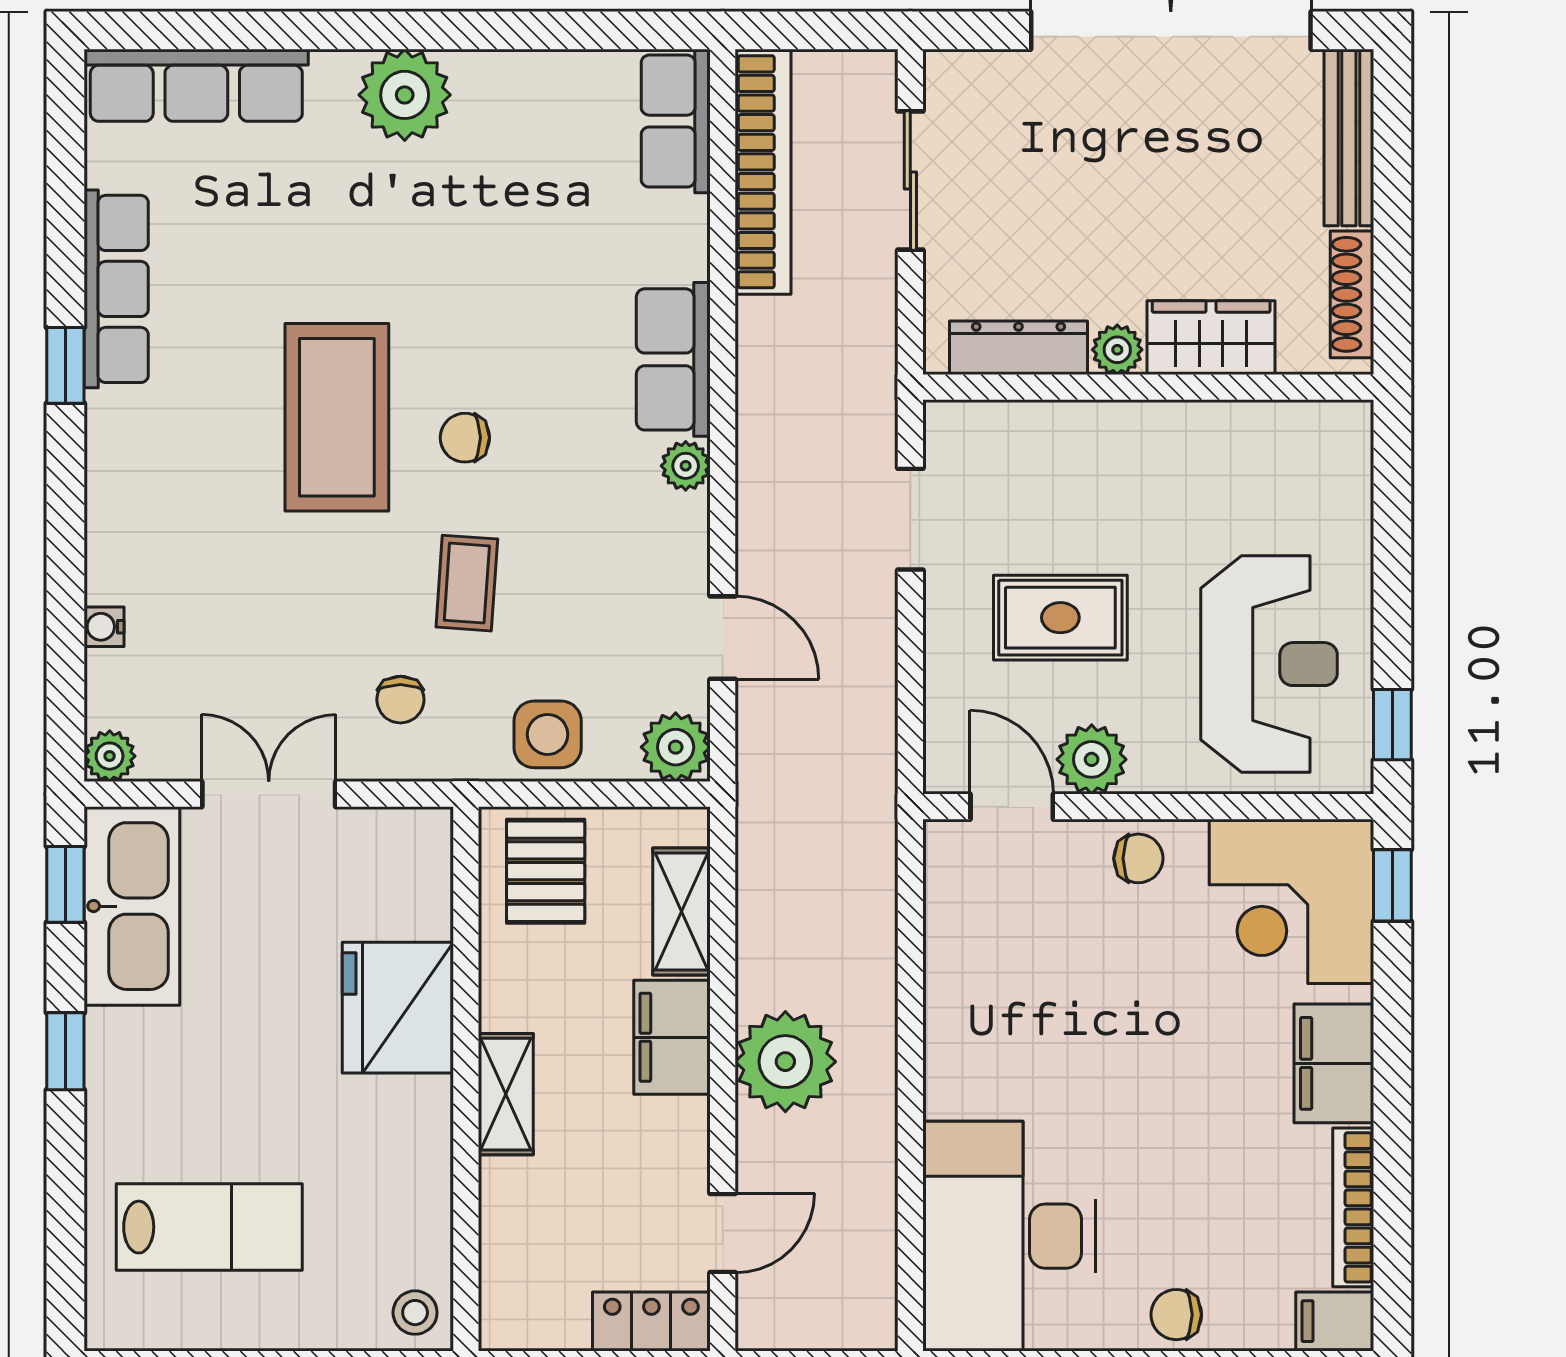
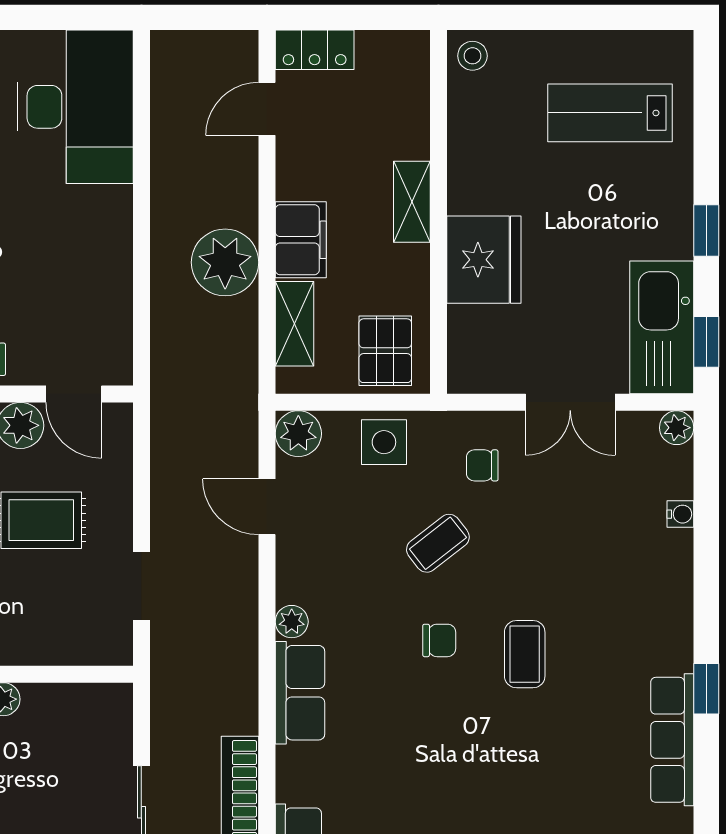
dresser: (1018, 348) -> (69, 701), removed
coffee table: (337, 417) -> (525, 654), width x0.54, depth x0.58
coffee table: (467, 583) -> (438, 543), turned 48
chair: (400, 700) -> (482, 465), turned -90
plant: (785, 1062) -> (225, 262), moved

